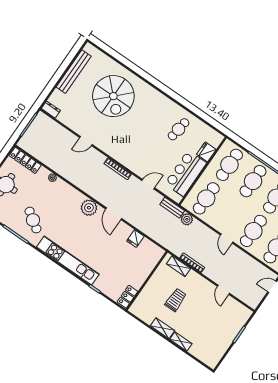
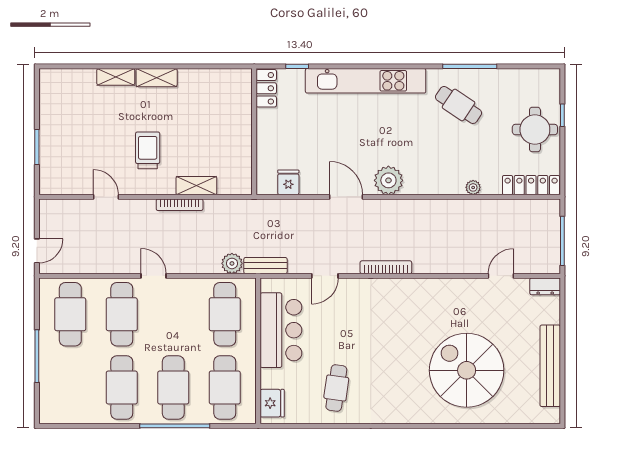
door: (86, 141) -> (501, 276), moved
fridge: (206, 152) -> (272, 403), moved
wall: (147, 281) -> (254, 132), moved
locker: (127, 297) -> (266, 88), moved
trolley: (176, 300) -> (148, 150), moved, turned 180

